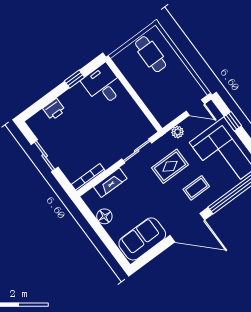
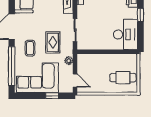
window: (74, 79) -> (140, 15), moved
desk: (103, 85) -> (125, 34), width x1.37
door: (195, 108) -> (75, 81), swing flipped

